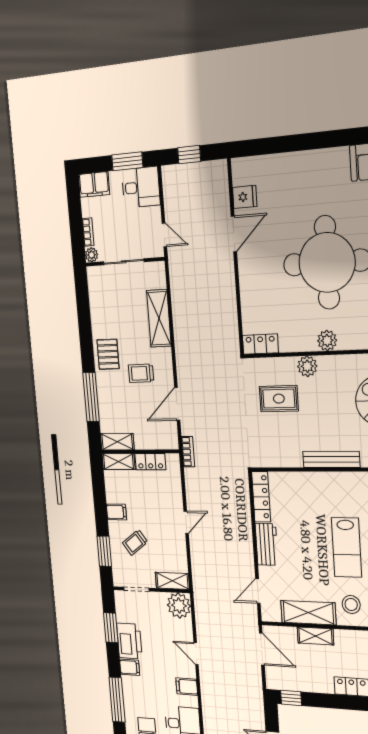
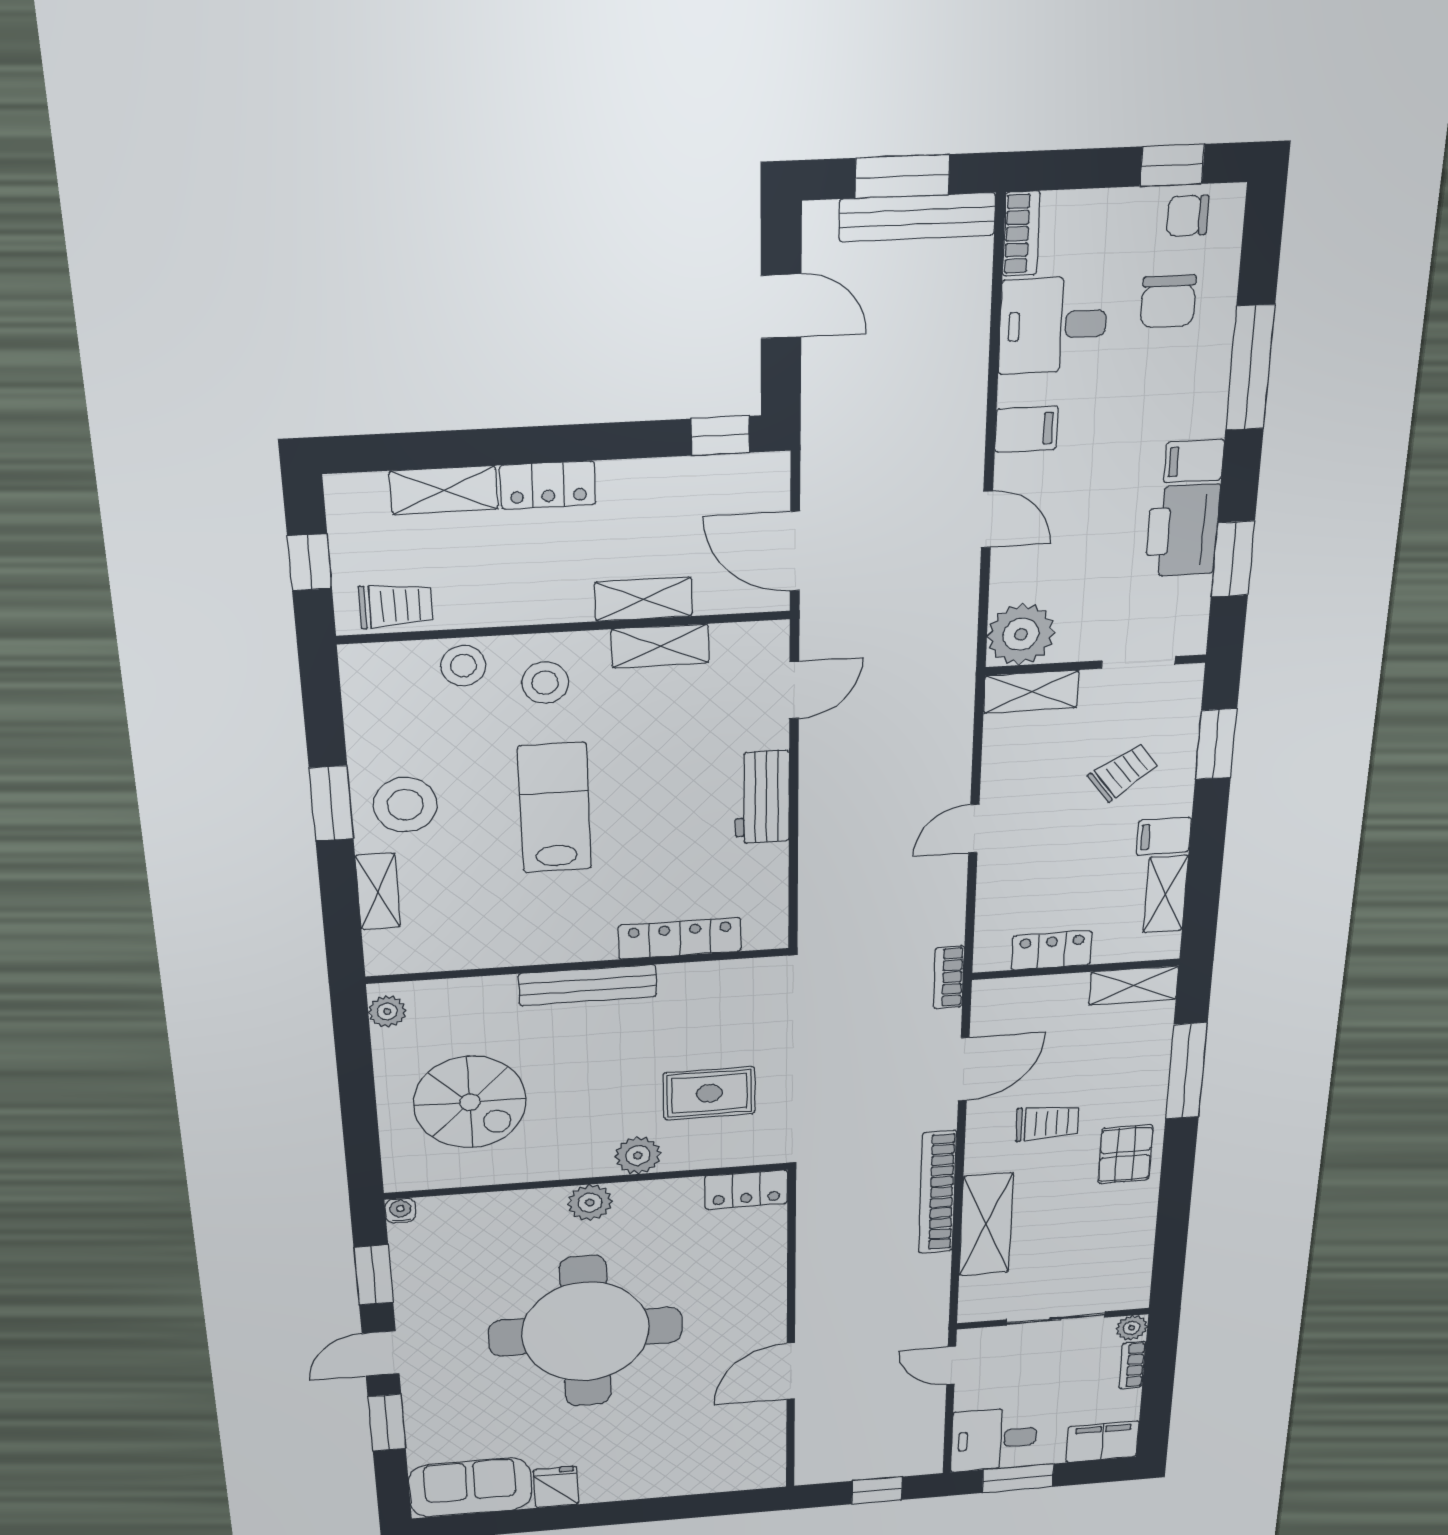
fridge: (245, 197) -> (556, 1487), moved, turned 90
bookcase: (181, 338) -> (937, 1192), added
shelving: (118, 462) -> (1166, 894), moved, turned 90
locker: (261, 497) -> (680, 938), moved, turned 90
shelving: (308, 613) -> (660, 646), width x0.67, depth x0.75

